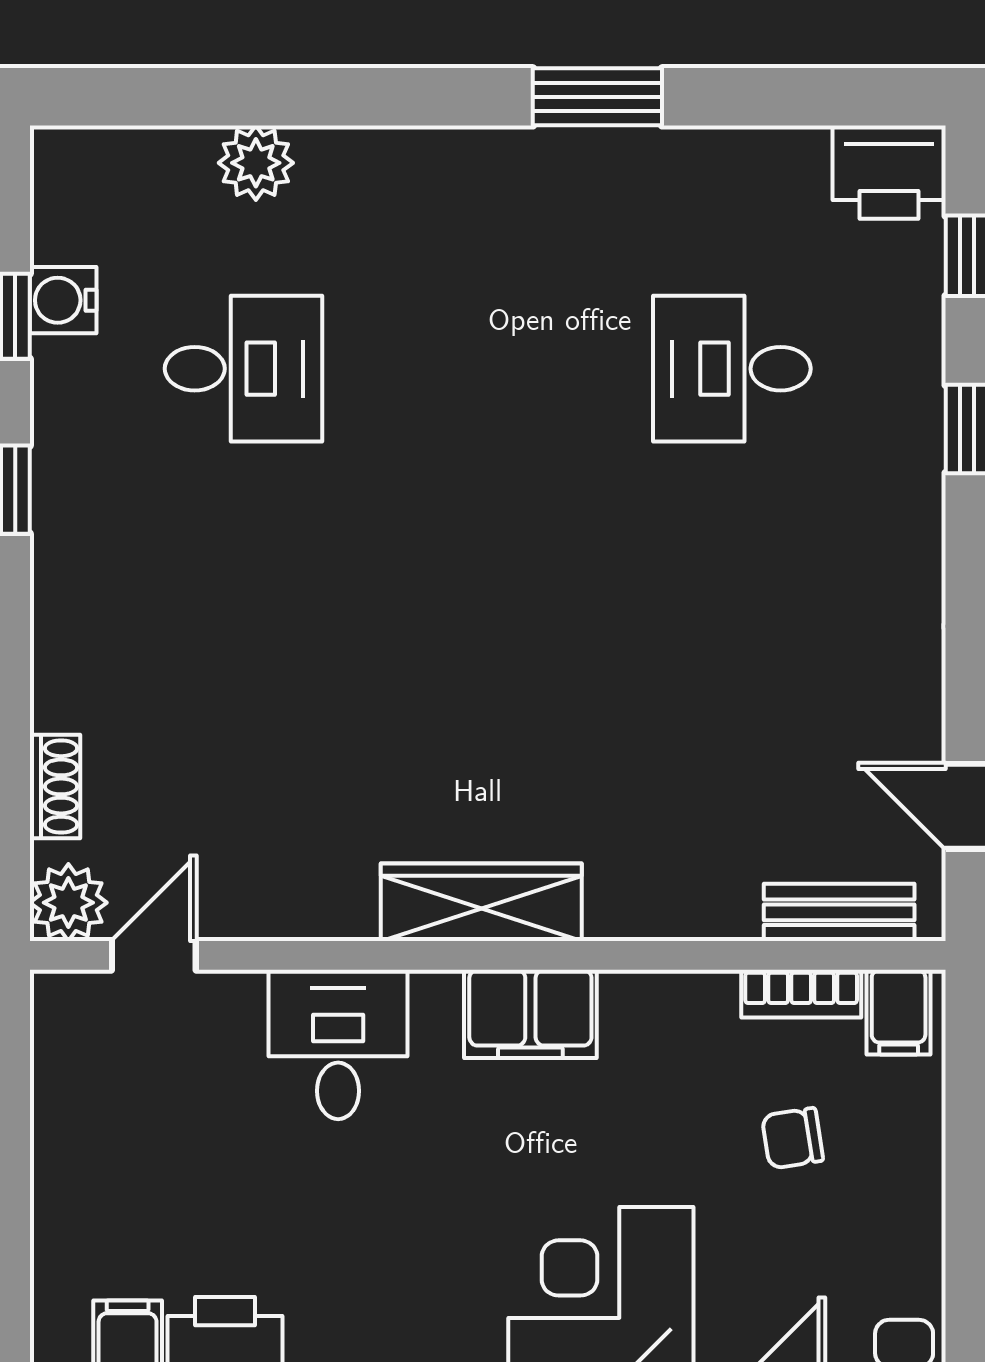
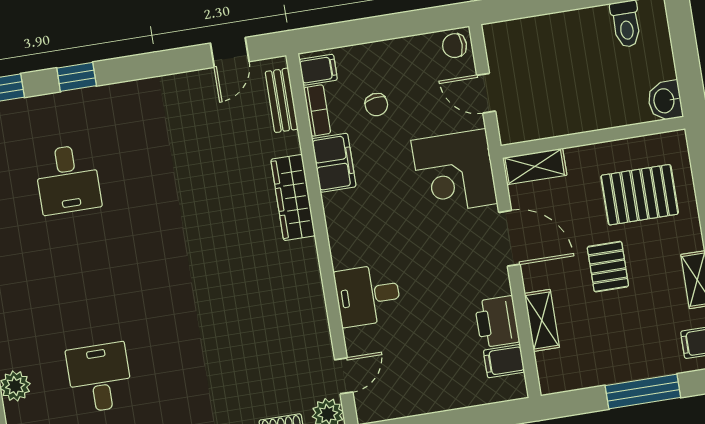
wardrobe: (481, 902) -> (293, 198), moved
door: (154, 955) -> (344, 376), swing flipped
filing cabinet: (530, 1014) -> (334, 163), moved

